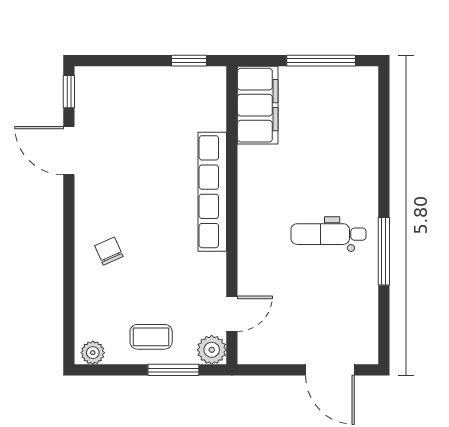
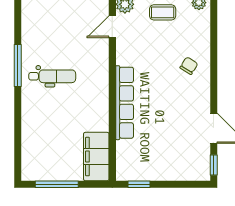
chair: (109, 251) -> (189, 66), turned -124

